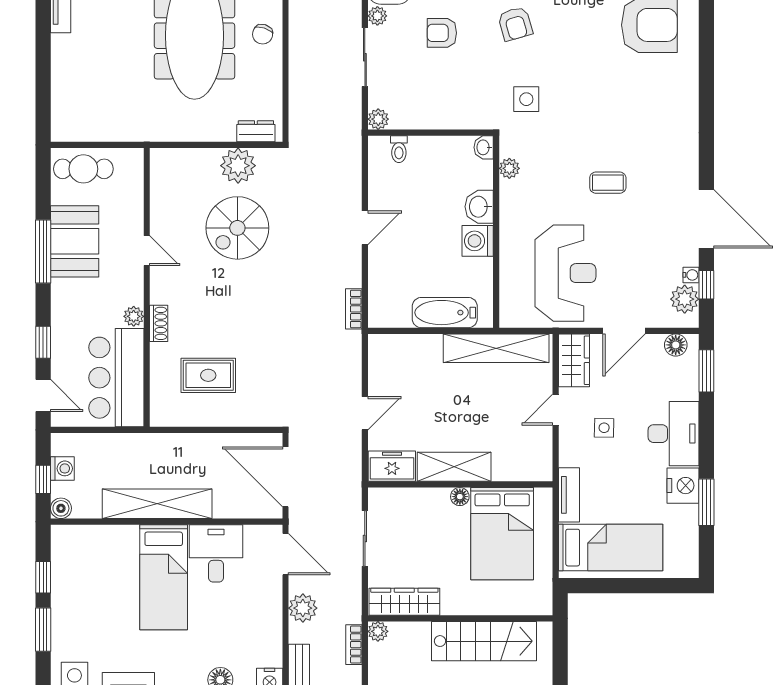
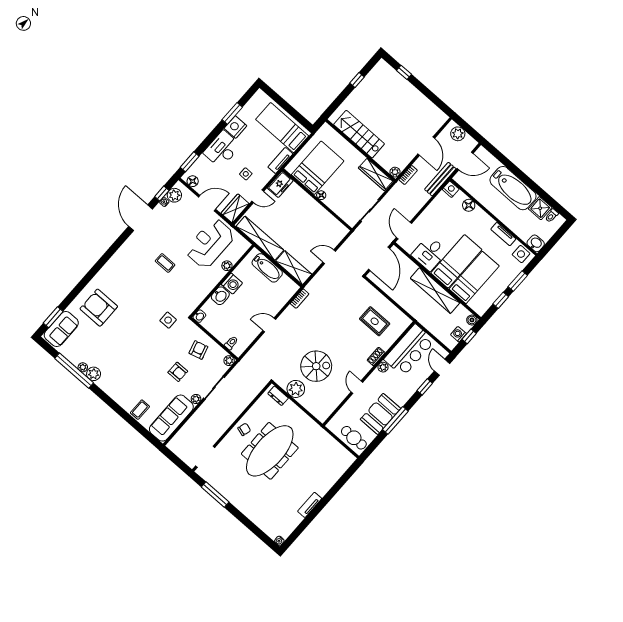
armchair: (515, 24) -> (198, 350), moved
plant: (509, 168) -> (227, 266), moved
freezer: (392, 466) -> (280, 184), moved, turned -90
shelving: (454, 467) -> (294, 268), moved
bed: (115, 576) -> (474, 278), added
plant: (303, 608) -> (415, 205), removed

